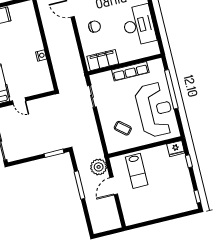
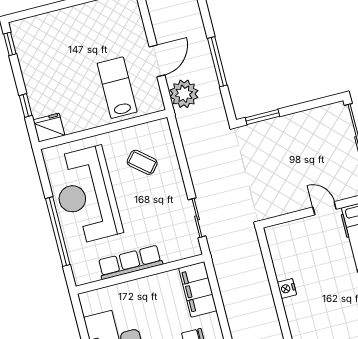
filing cabinet: (103, 60) -> (198, 289), moved, turned 90

